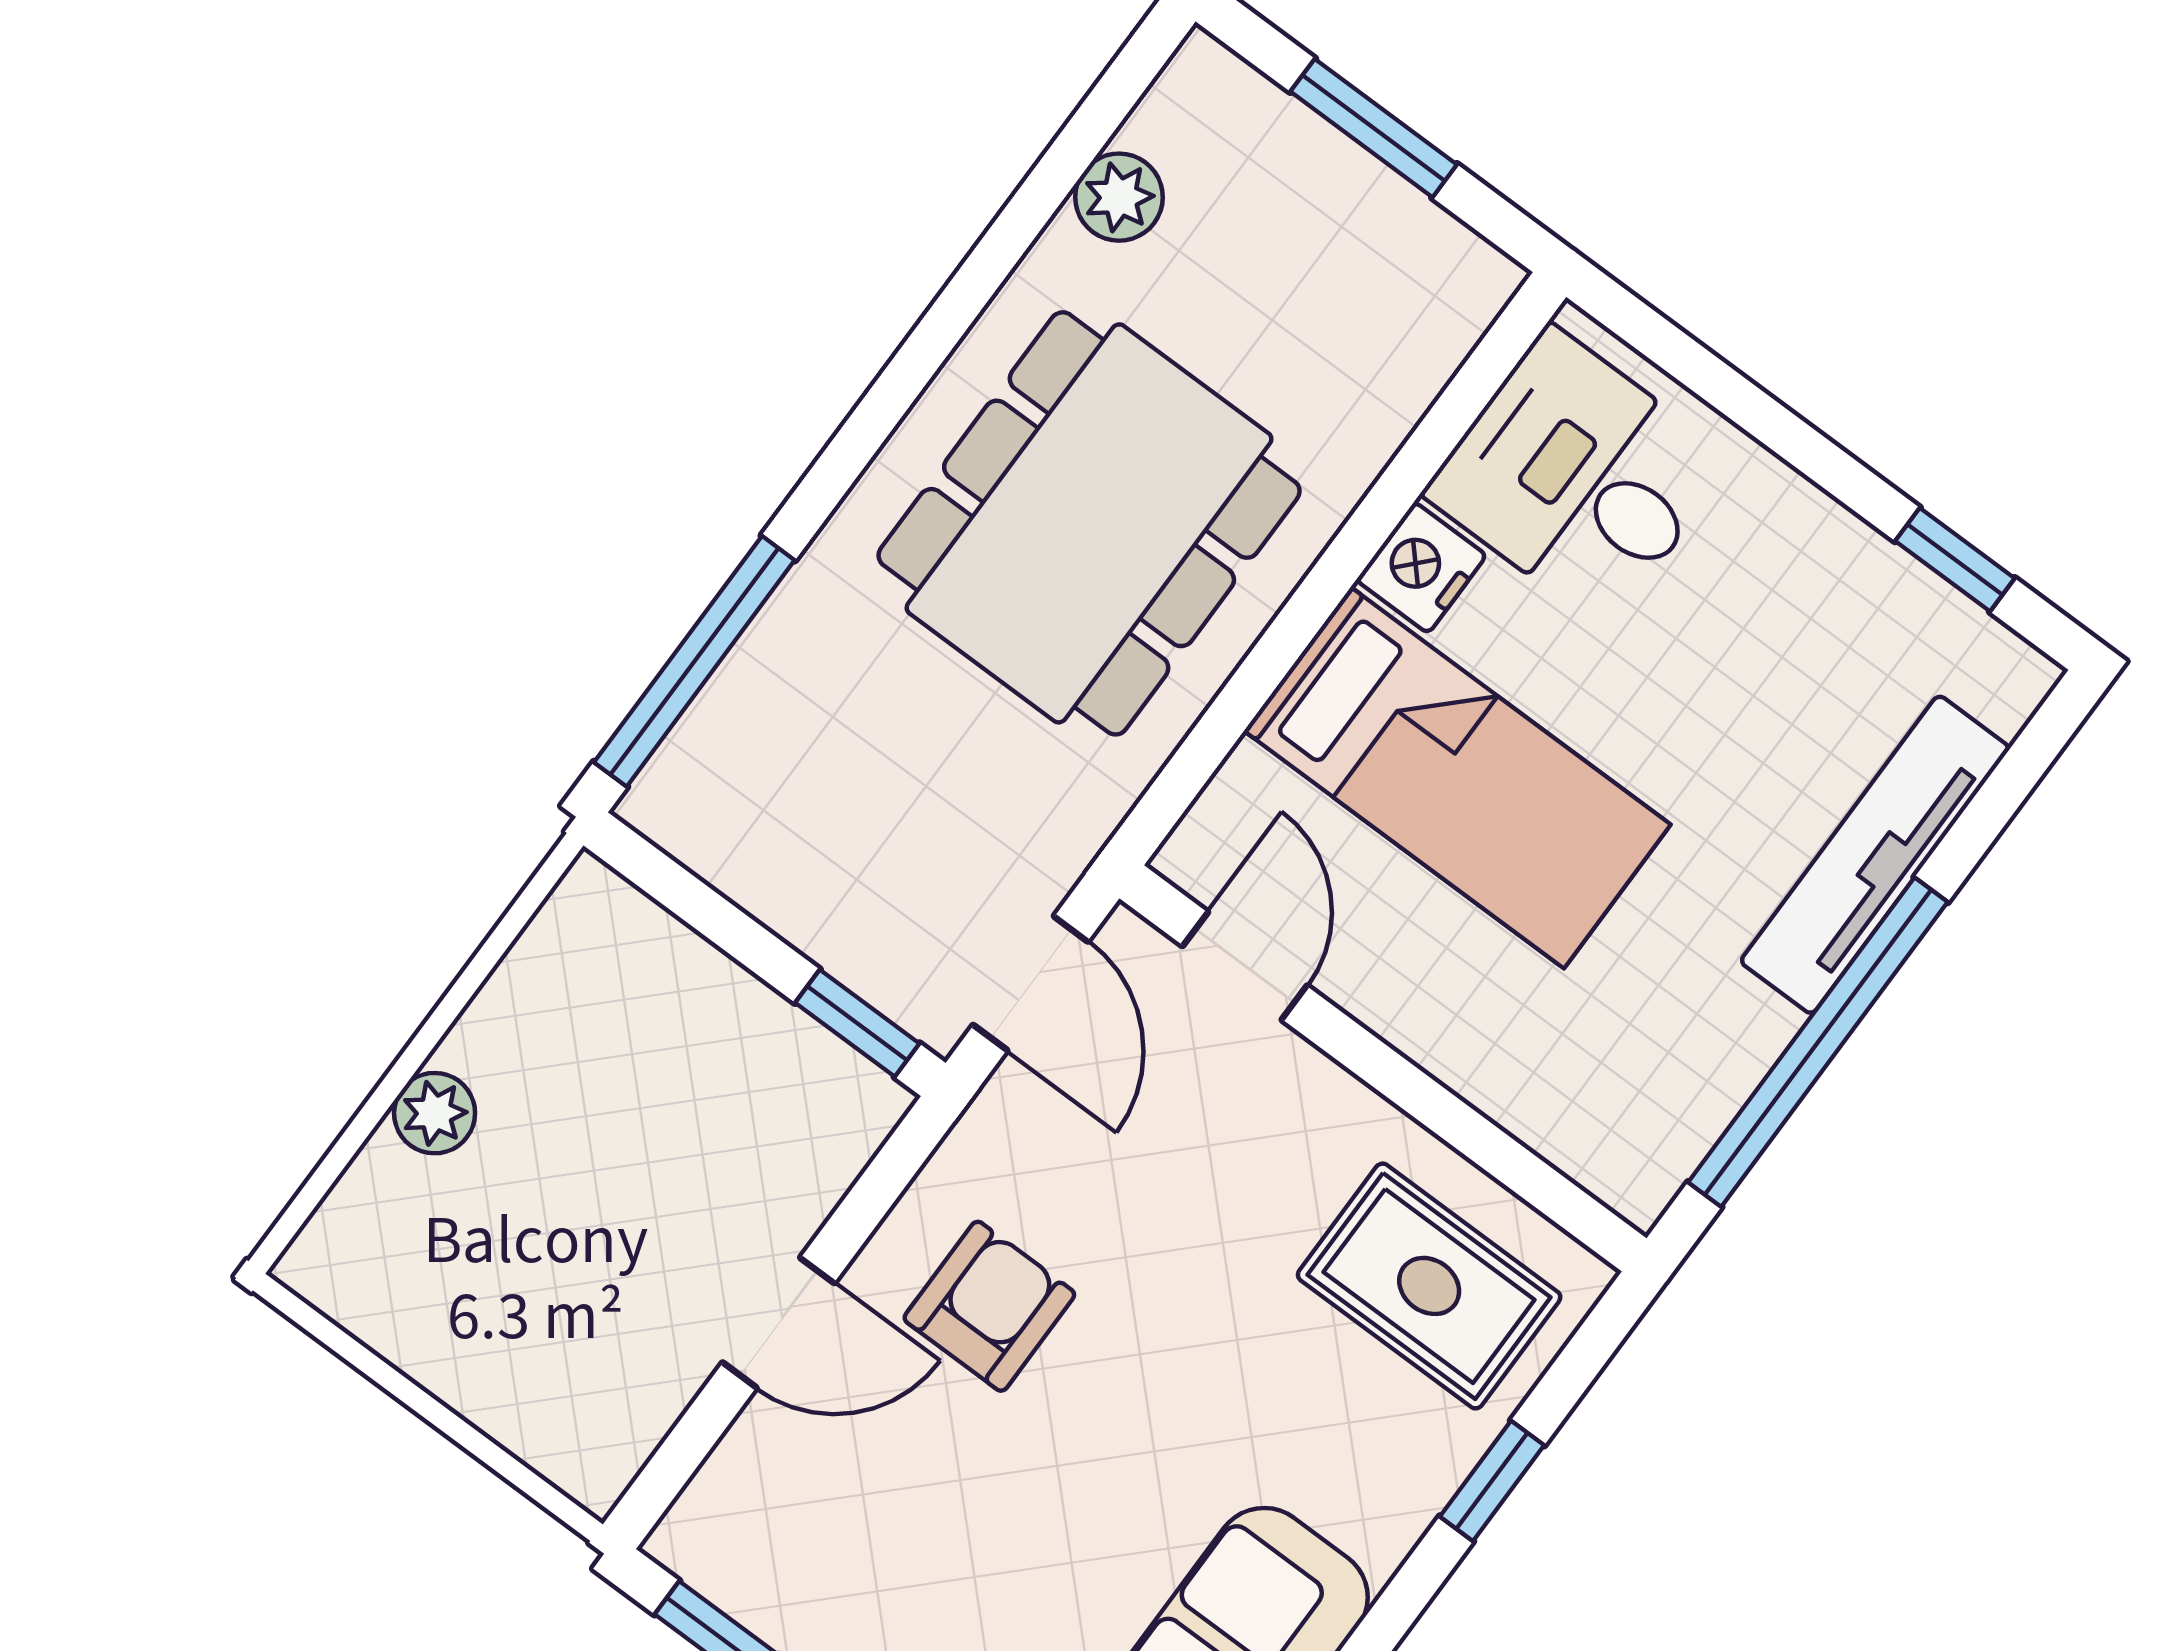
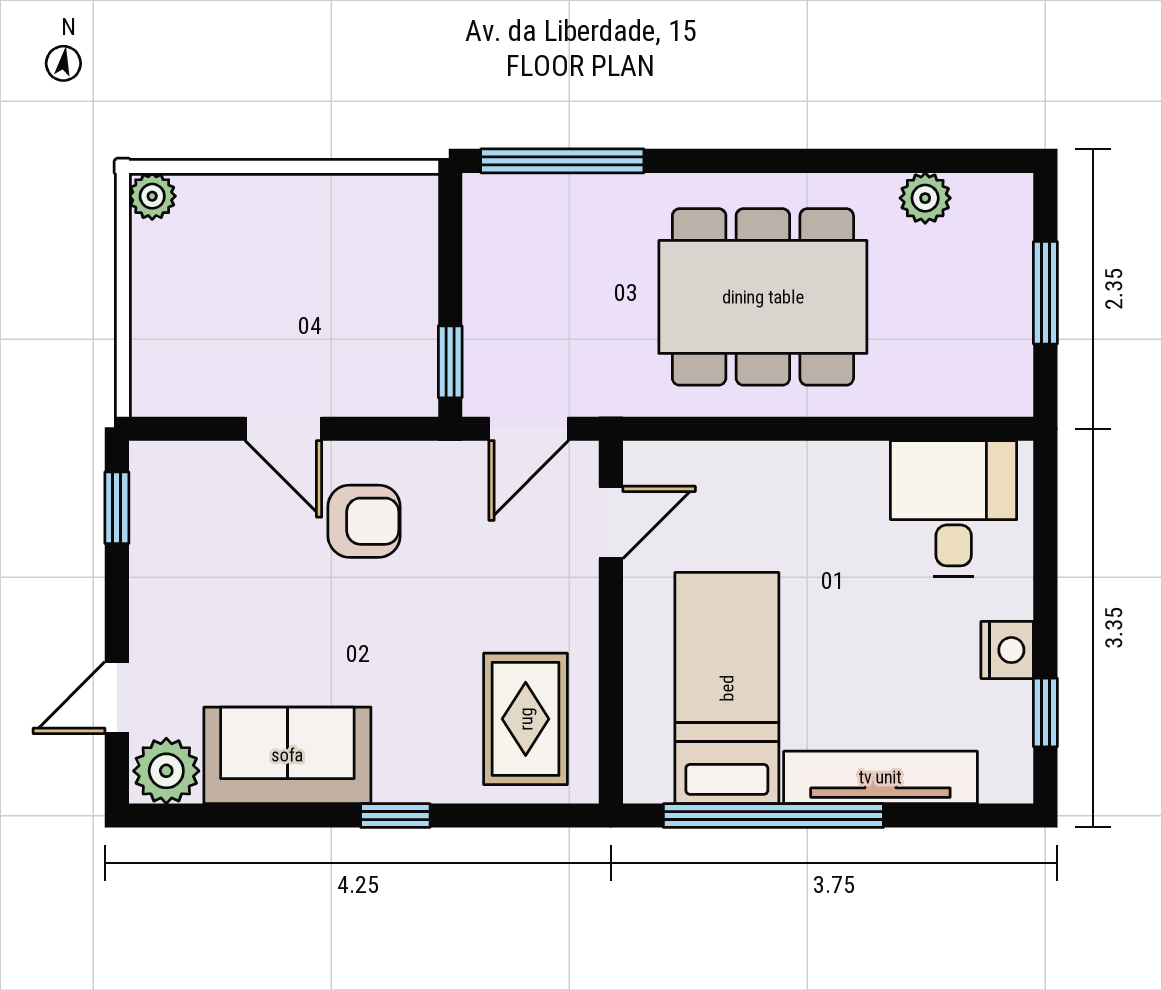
nightstand: (1421, 568) -> (1007, 650), moved, turned 90
bed: (1457, 778) -> (727, 688), moved, turned 180
plant: (435, 1113) -> (152, 196), moved
window: (1492, 1481) -> (395, 816), moved

